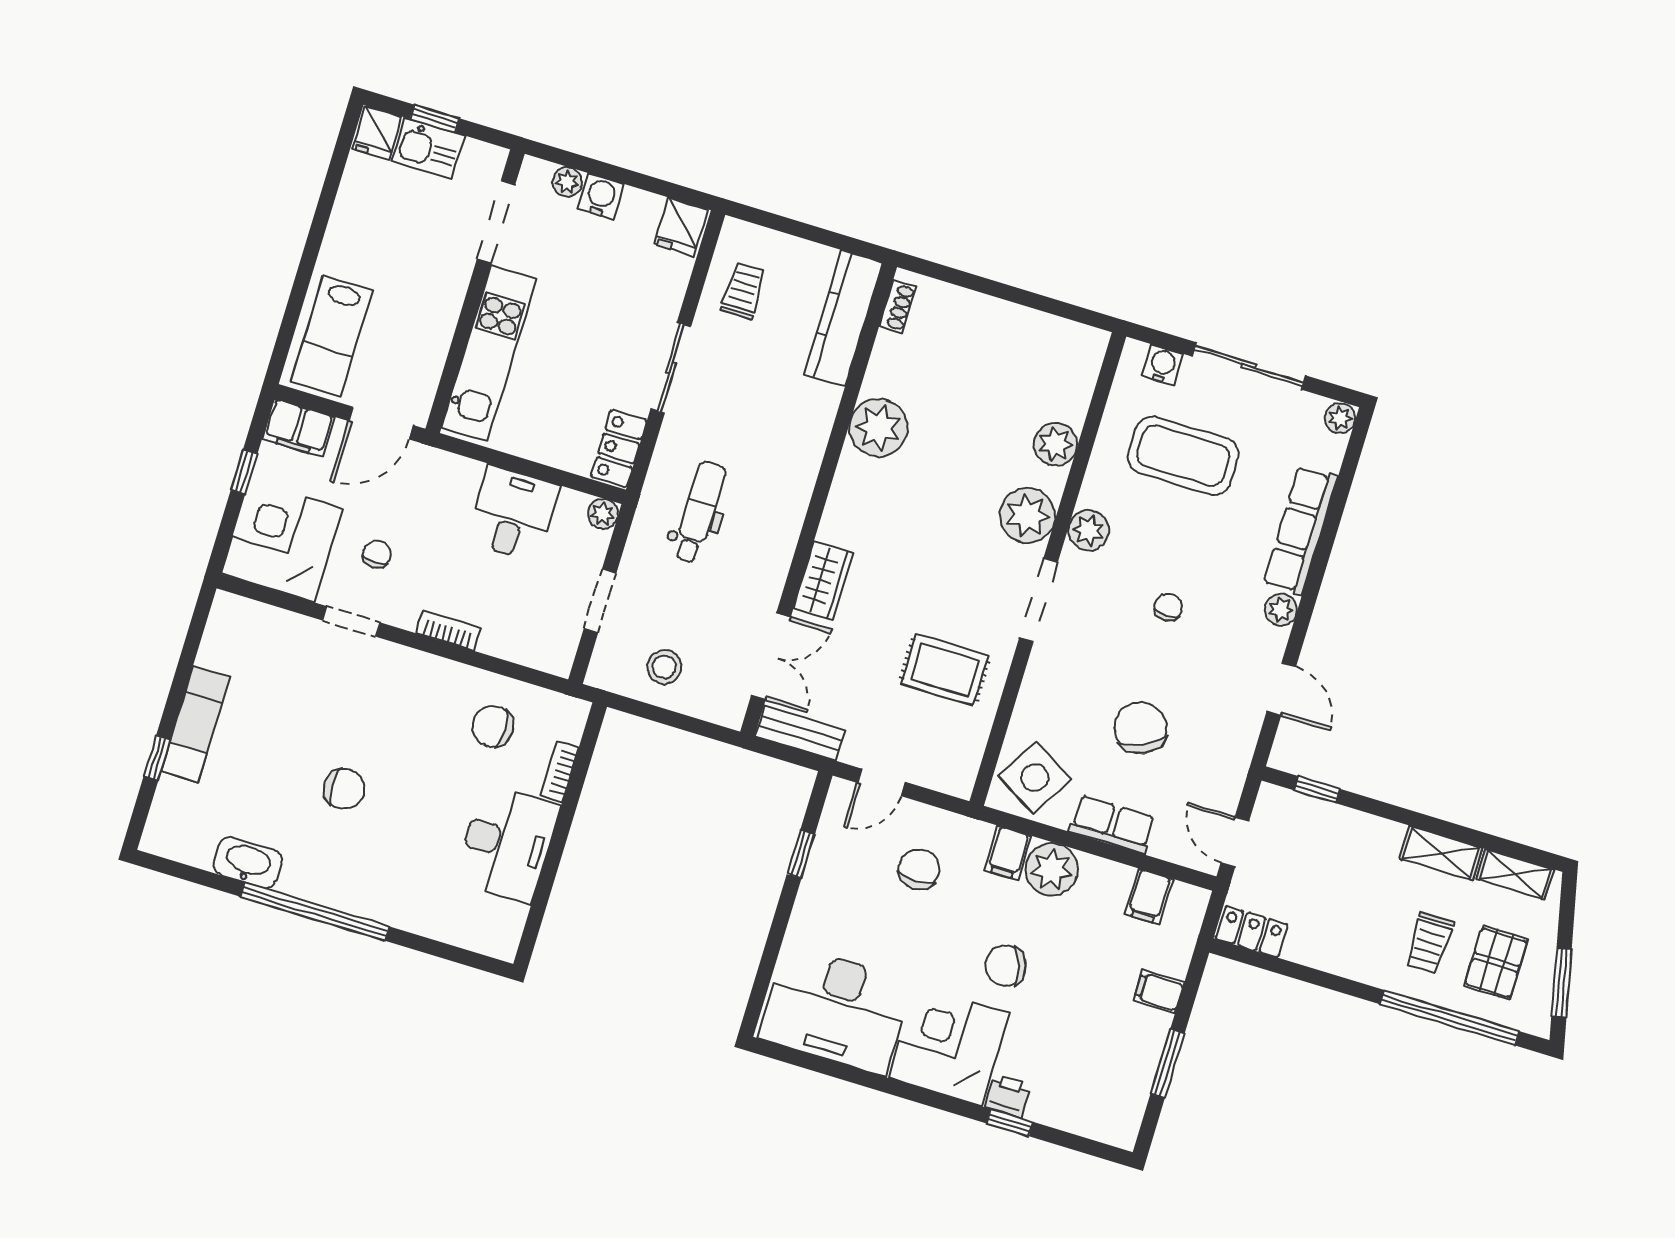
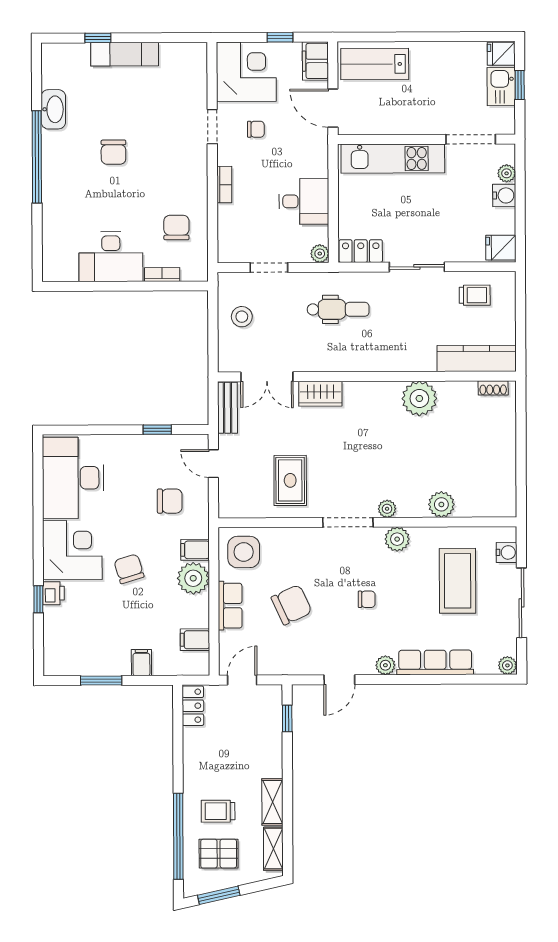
plant: (1028, 516) -> (387, 509), width x0.53, depth x0.53
side table: (1035, 778) -> (244, 552), turned -31

